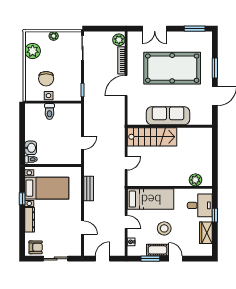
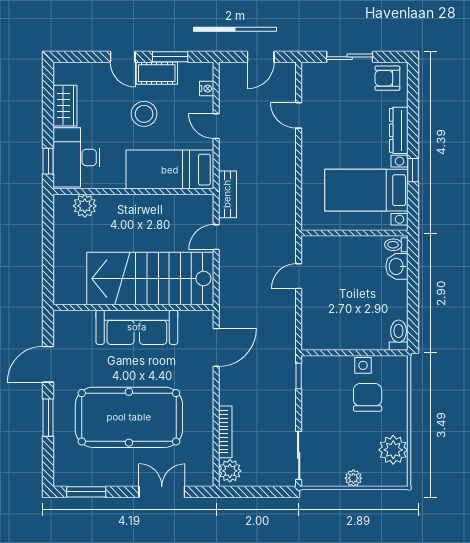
door: (126, 85) -> (216, 347), moved
toilet: (50, 112) -> (399, 335), moved
stairs: (152, 137) -> (150, 279), width x1.36, depth x1.51
bench: (89, 189) -> (227, 194), moved
desk: (200, 205) -> (77, 157), width x1.37
window: (215, 215) -> (48, 161), moved

